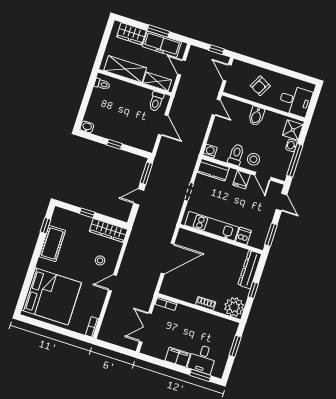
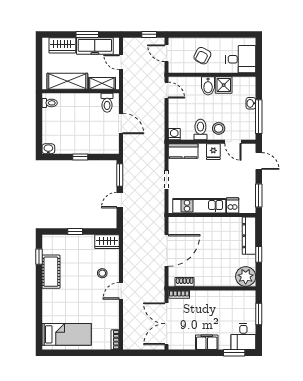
shower: (293, 130) -> (224, 85), moved
wardrobe: (108, 230) -> (107, 242), width x0.67
bed: (52, 296) -> (67, 334), width x0.49
shoe rack: (206, 303) -> (185, 282), moved
double door: (145, 328) -> (167, 324), width x1.37
desk: (202, 359) -> (243, 336), moved

